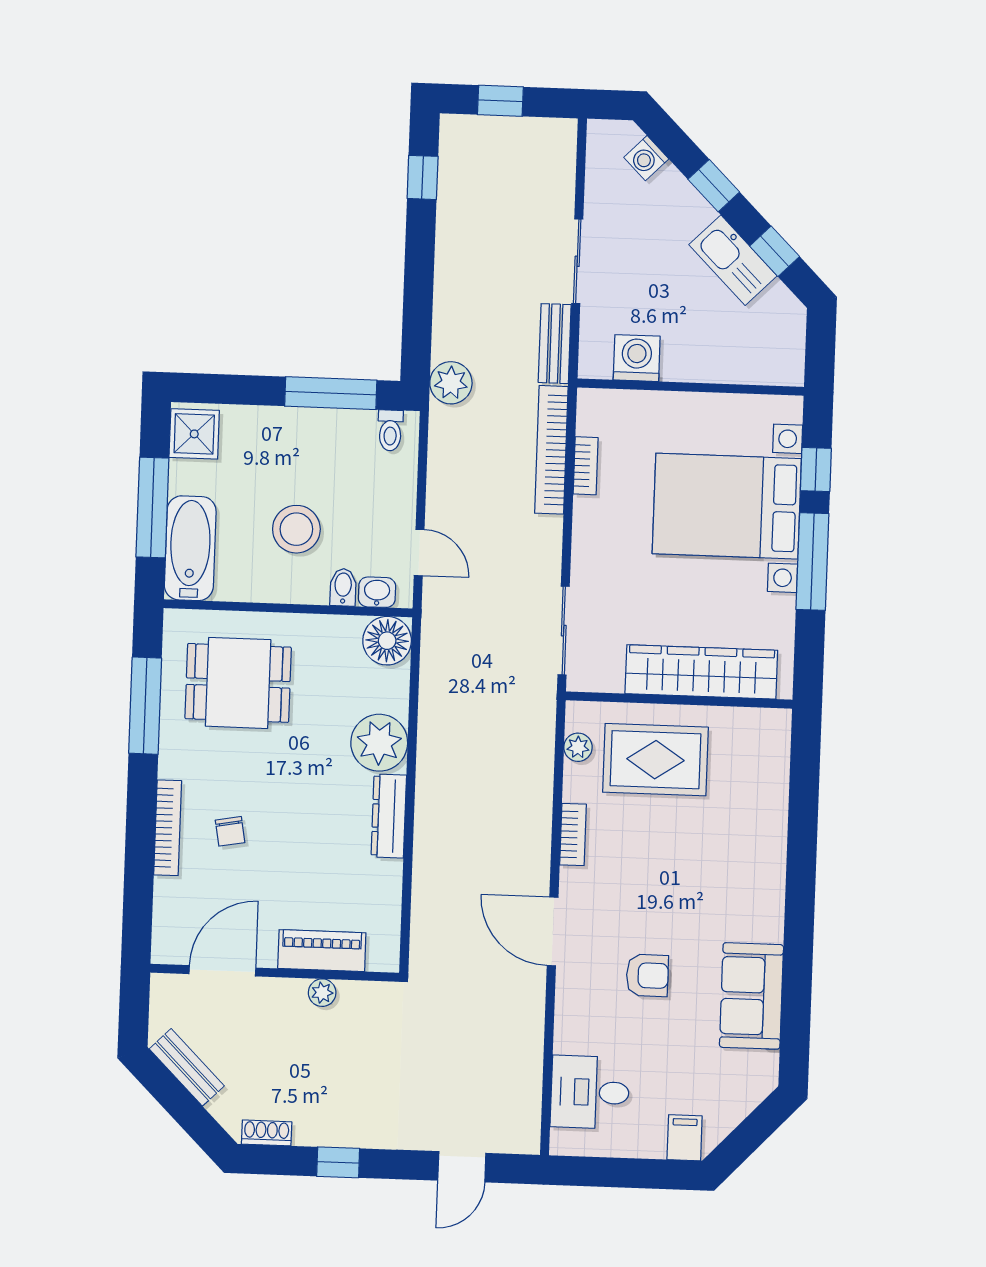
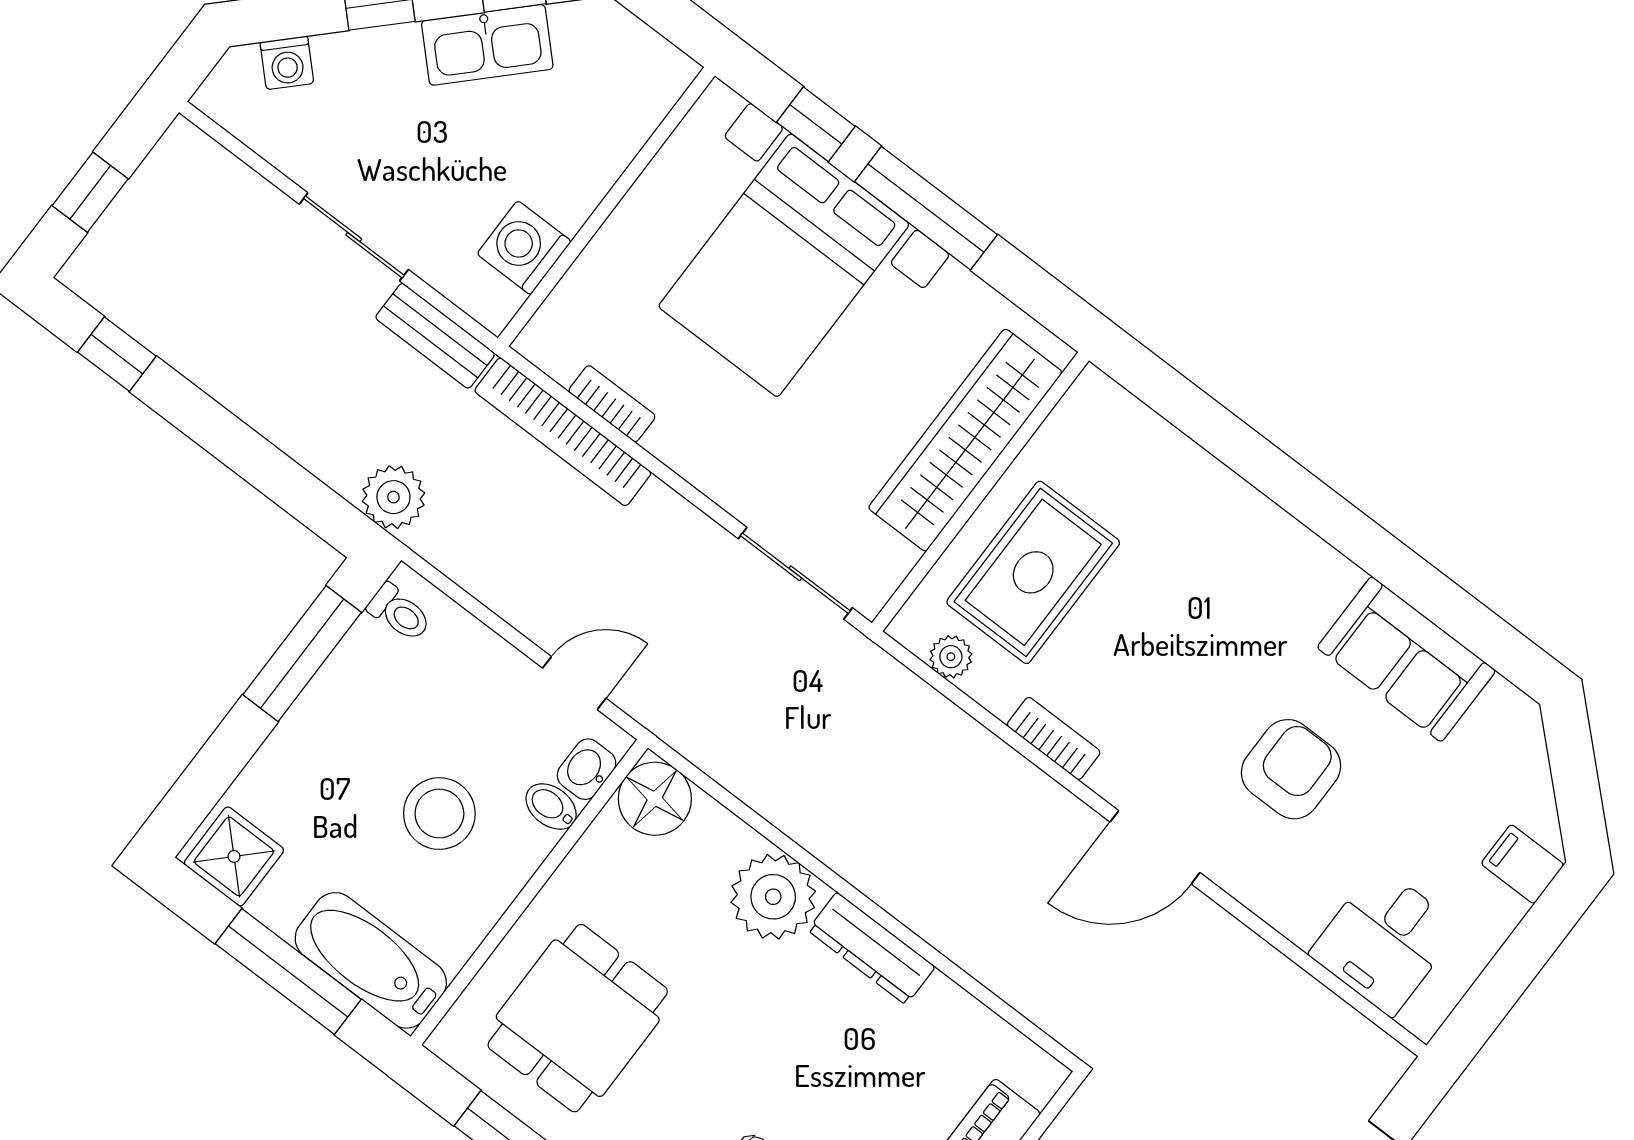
armchair: (647, 975) -> (1291, 769), width x1.38, depth x1.38

